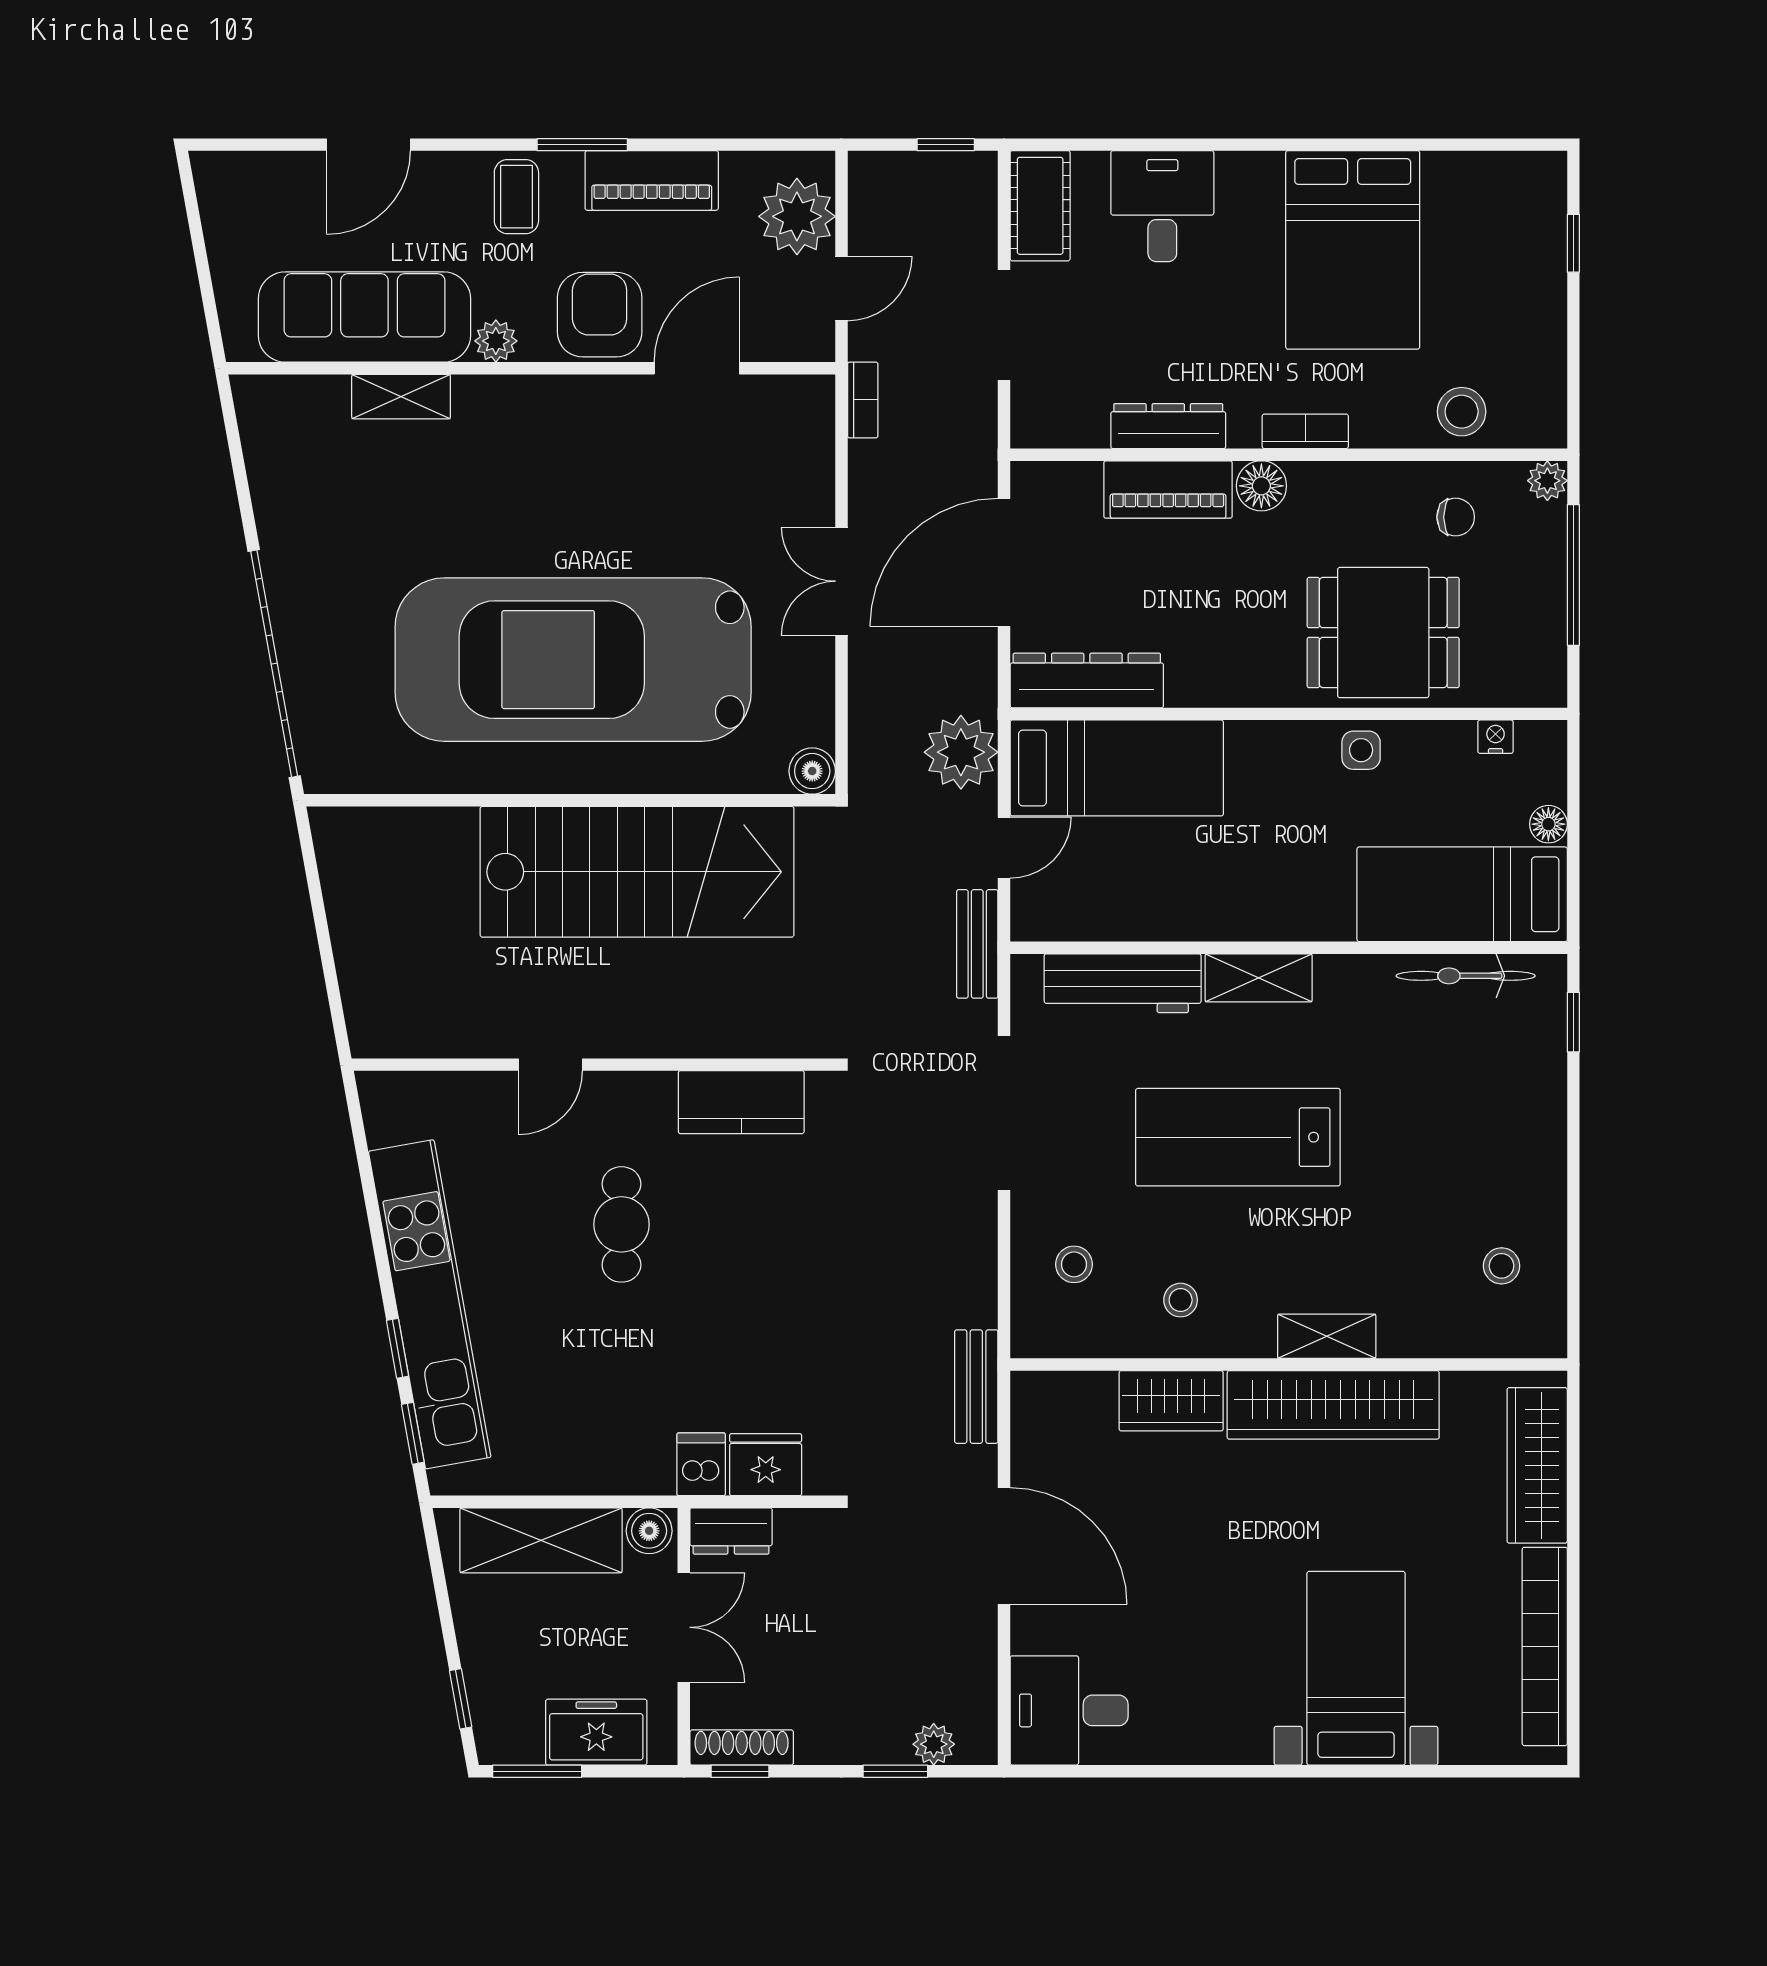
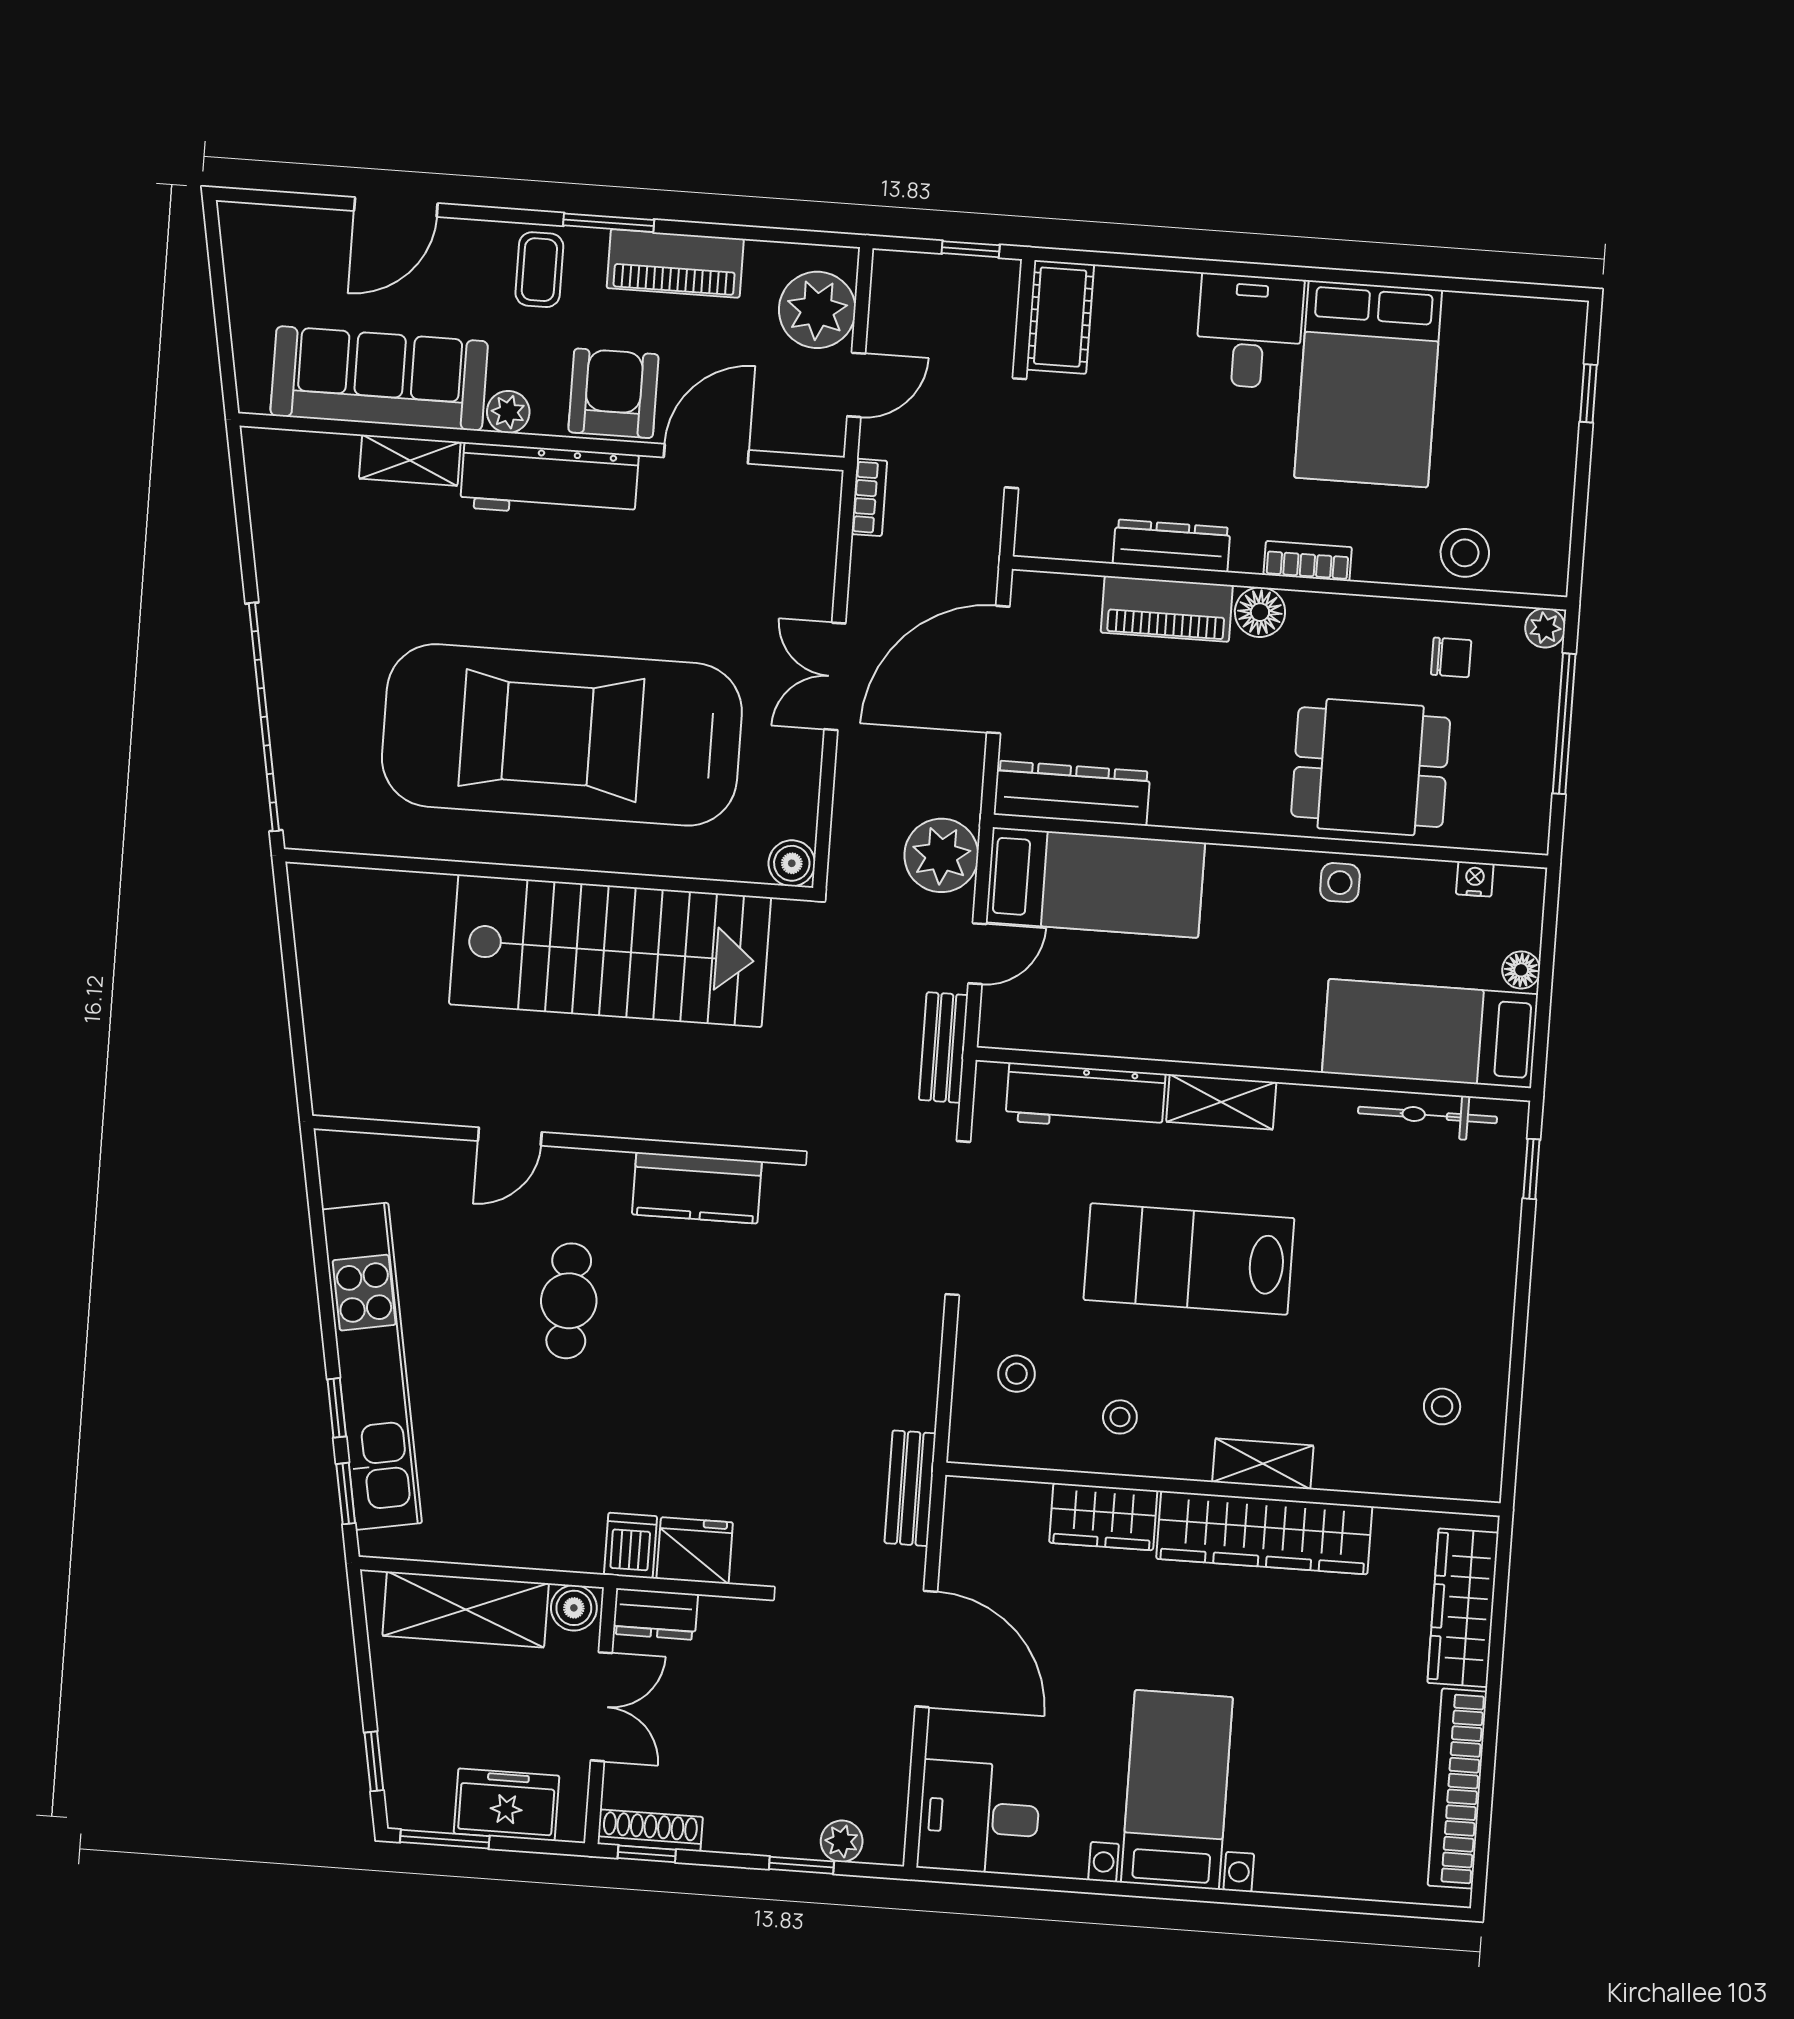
desk: (1162, 206) -> (1249, 331), moved
workbench: (542, 407) -> (549, 481), added
bed with nightstands: (1356, 1668) -> (1177, 1790), moved

